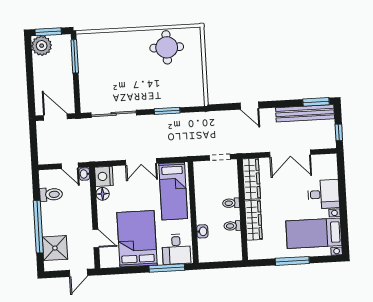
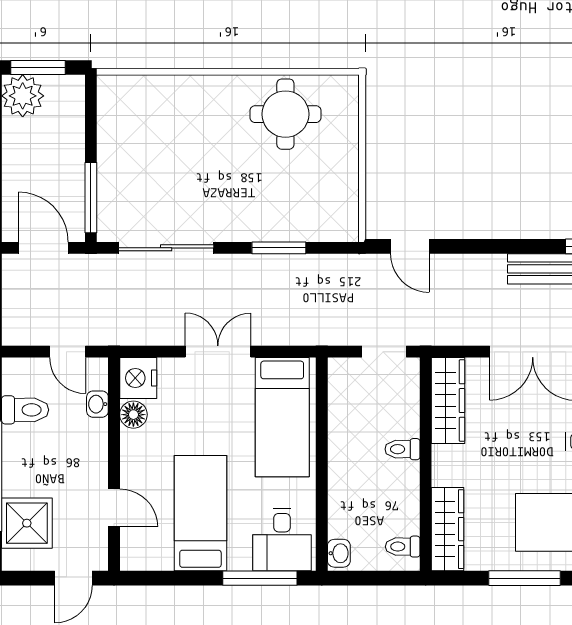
window: (75, 56) -> (91, 198), moved
door: (249, 106) -> (410, 246), moved
double door: (141, 162) -> (218, 352), swing flipped
washbasin: (84, 174) -> (97, 404), moved
wardrobe: (253, 220) -> (448, 529), moved
toilet: (232, 226) -> (403, 547), moved
washbasin: (202, 231) -> (339, 553), moved
bed: (137, 239) -> (200, 513), width x0.67

